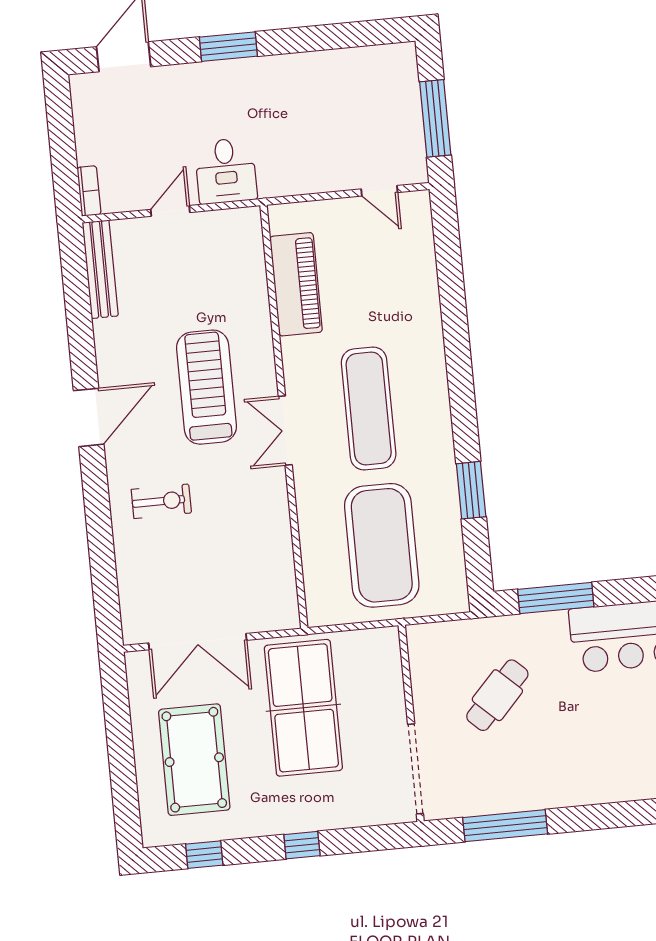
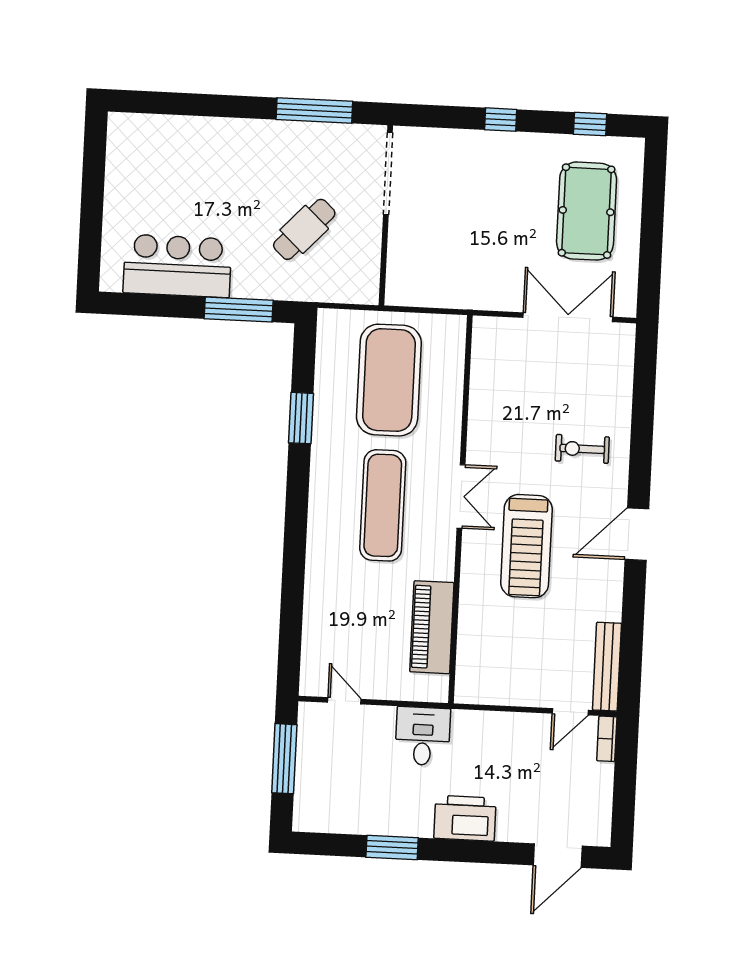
window: (228, 47) -> (392, 847), moved
printer: (230, 83) -> (465, 818), added
desk: (226, 171) -> (423, 736), moved
door: (170, 211) -> (570, 712), moved
table tennis table: (303, 708) -> (481, 243), removed

